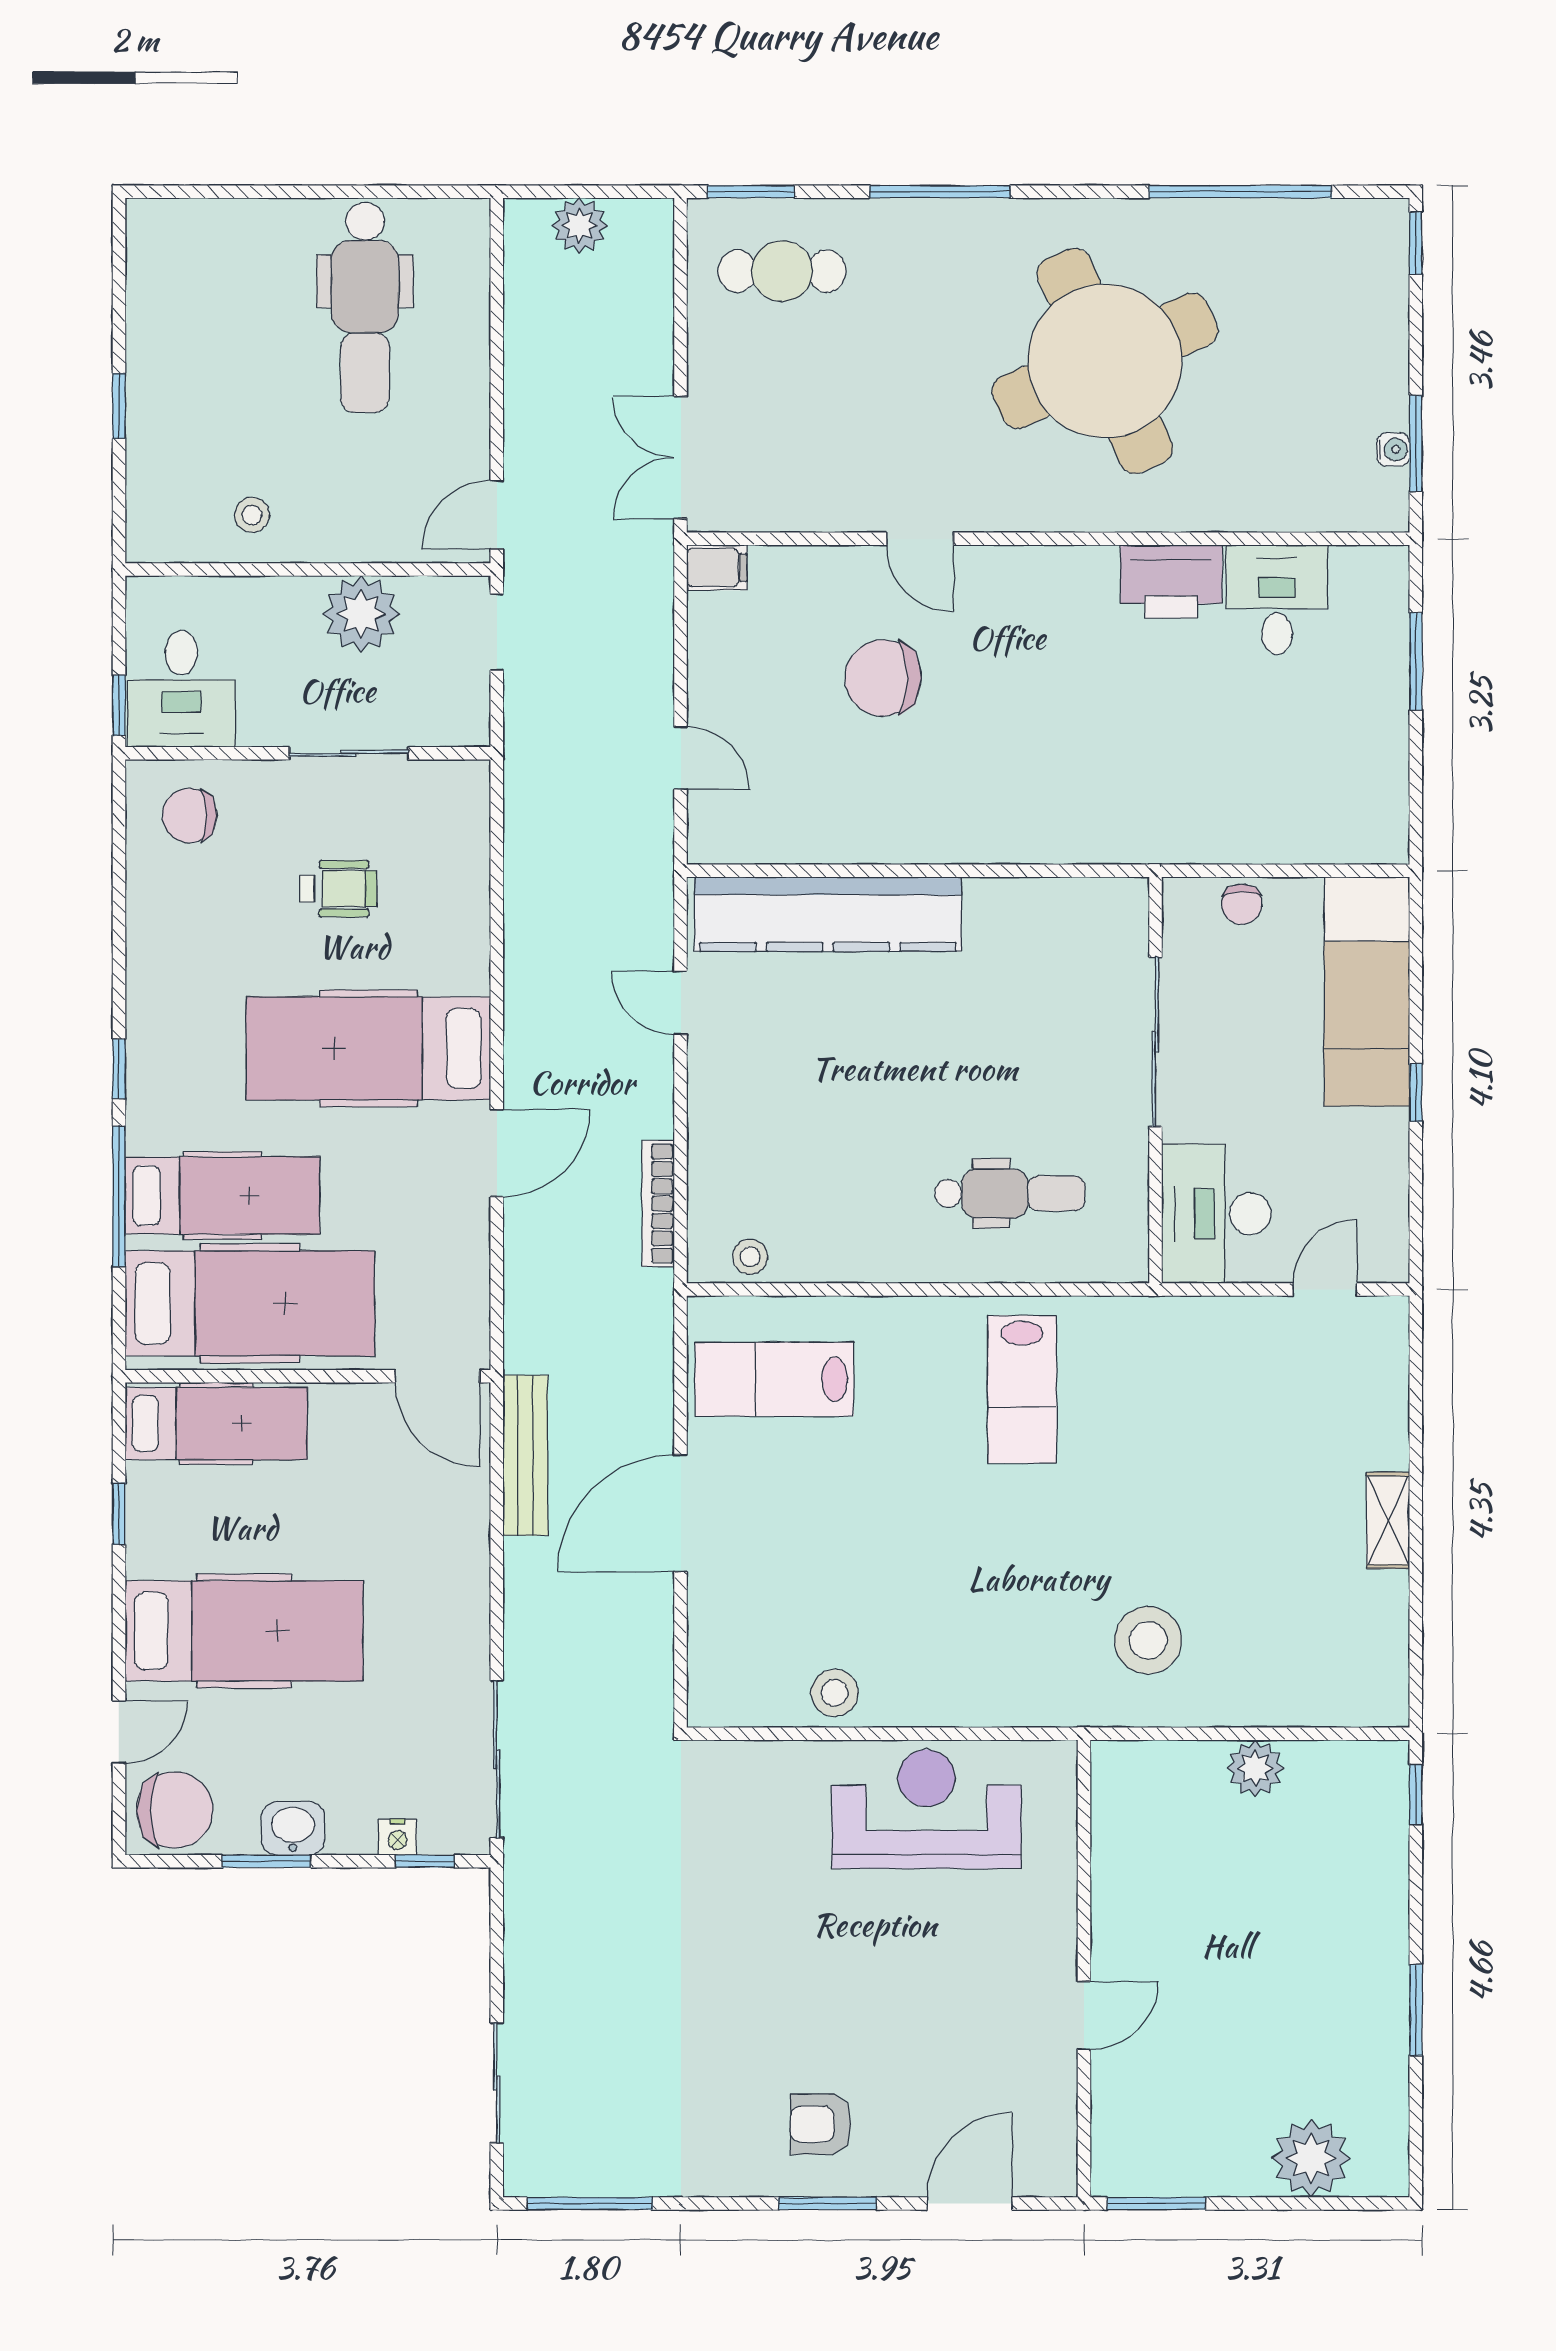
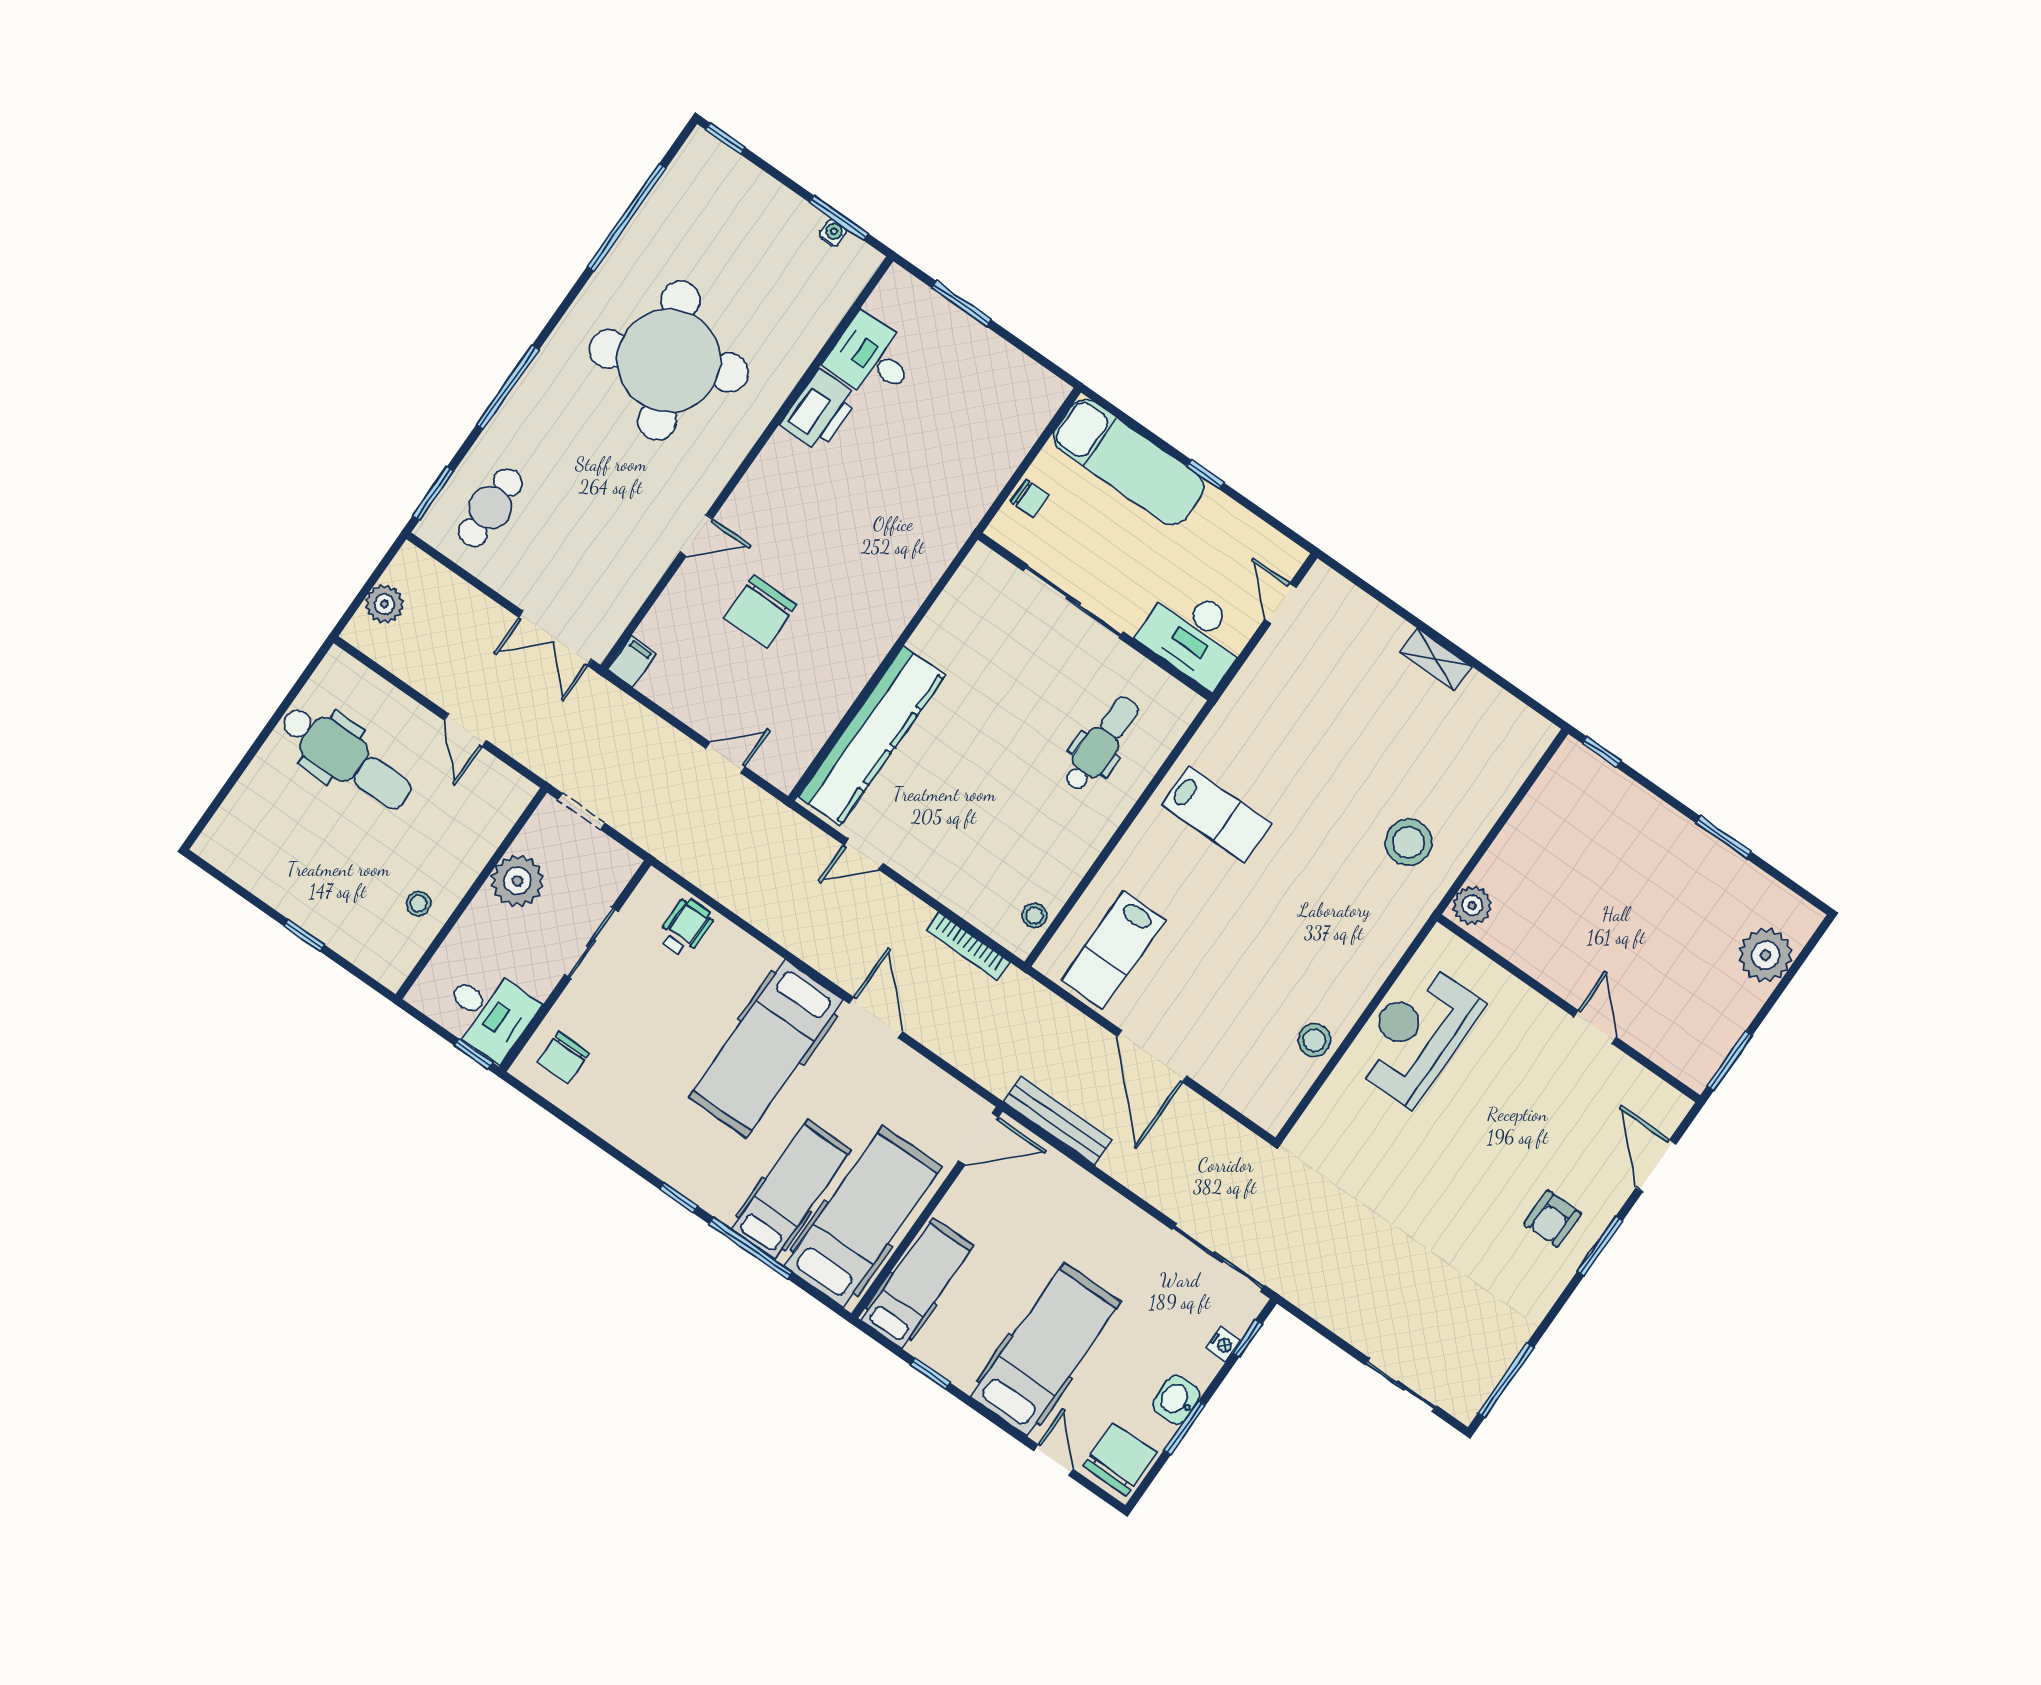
door: (497, 515) -> (465, 730), moved
wheelchair: (338, 889) -> (685, 928), moved
plant: (1255, 1768) -> (1472, 905), moved

